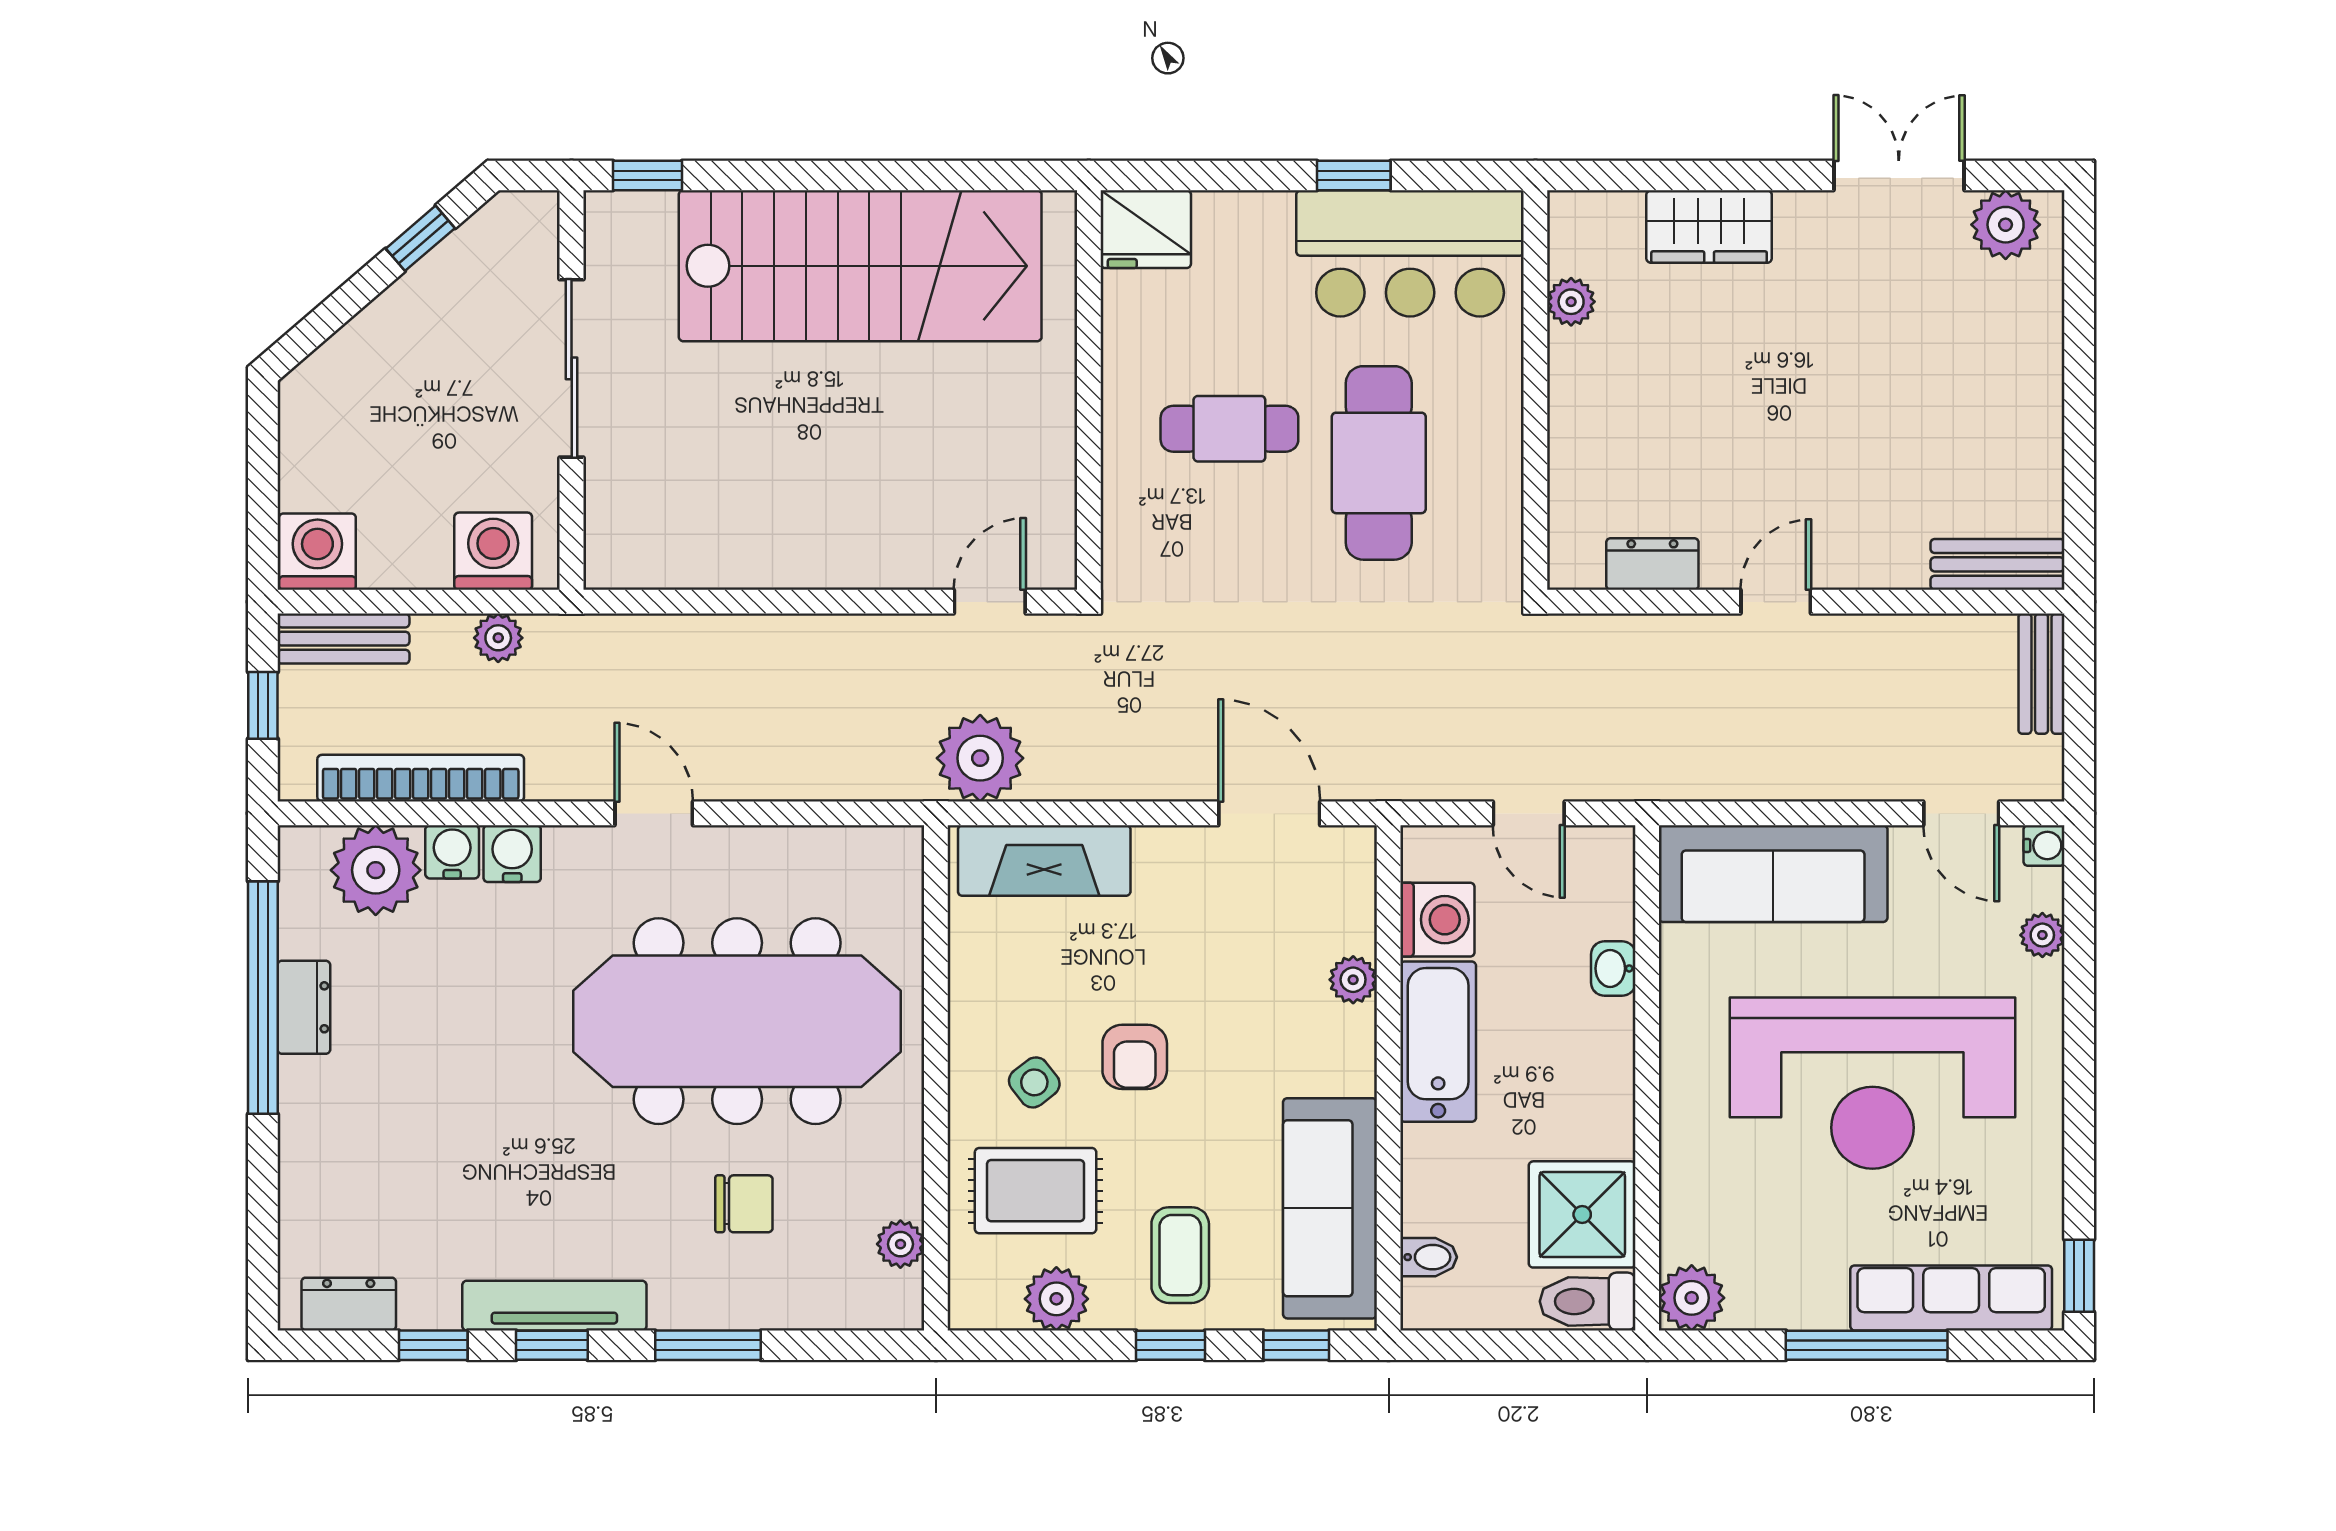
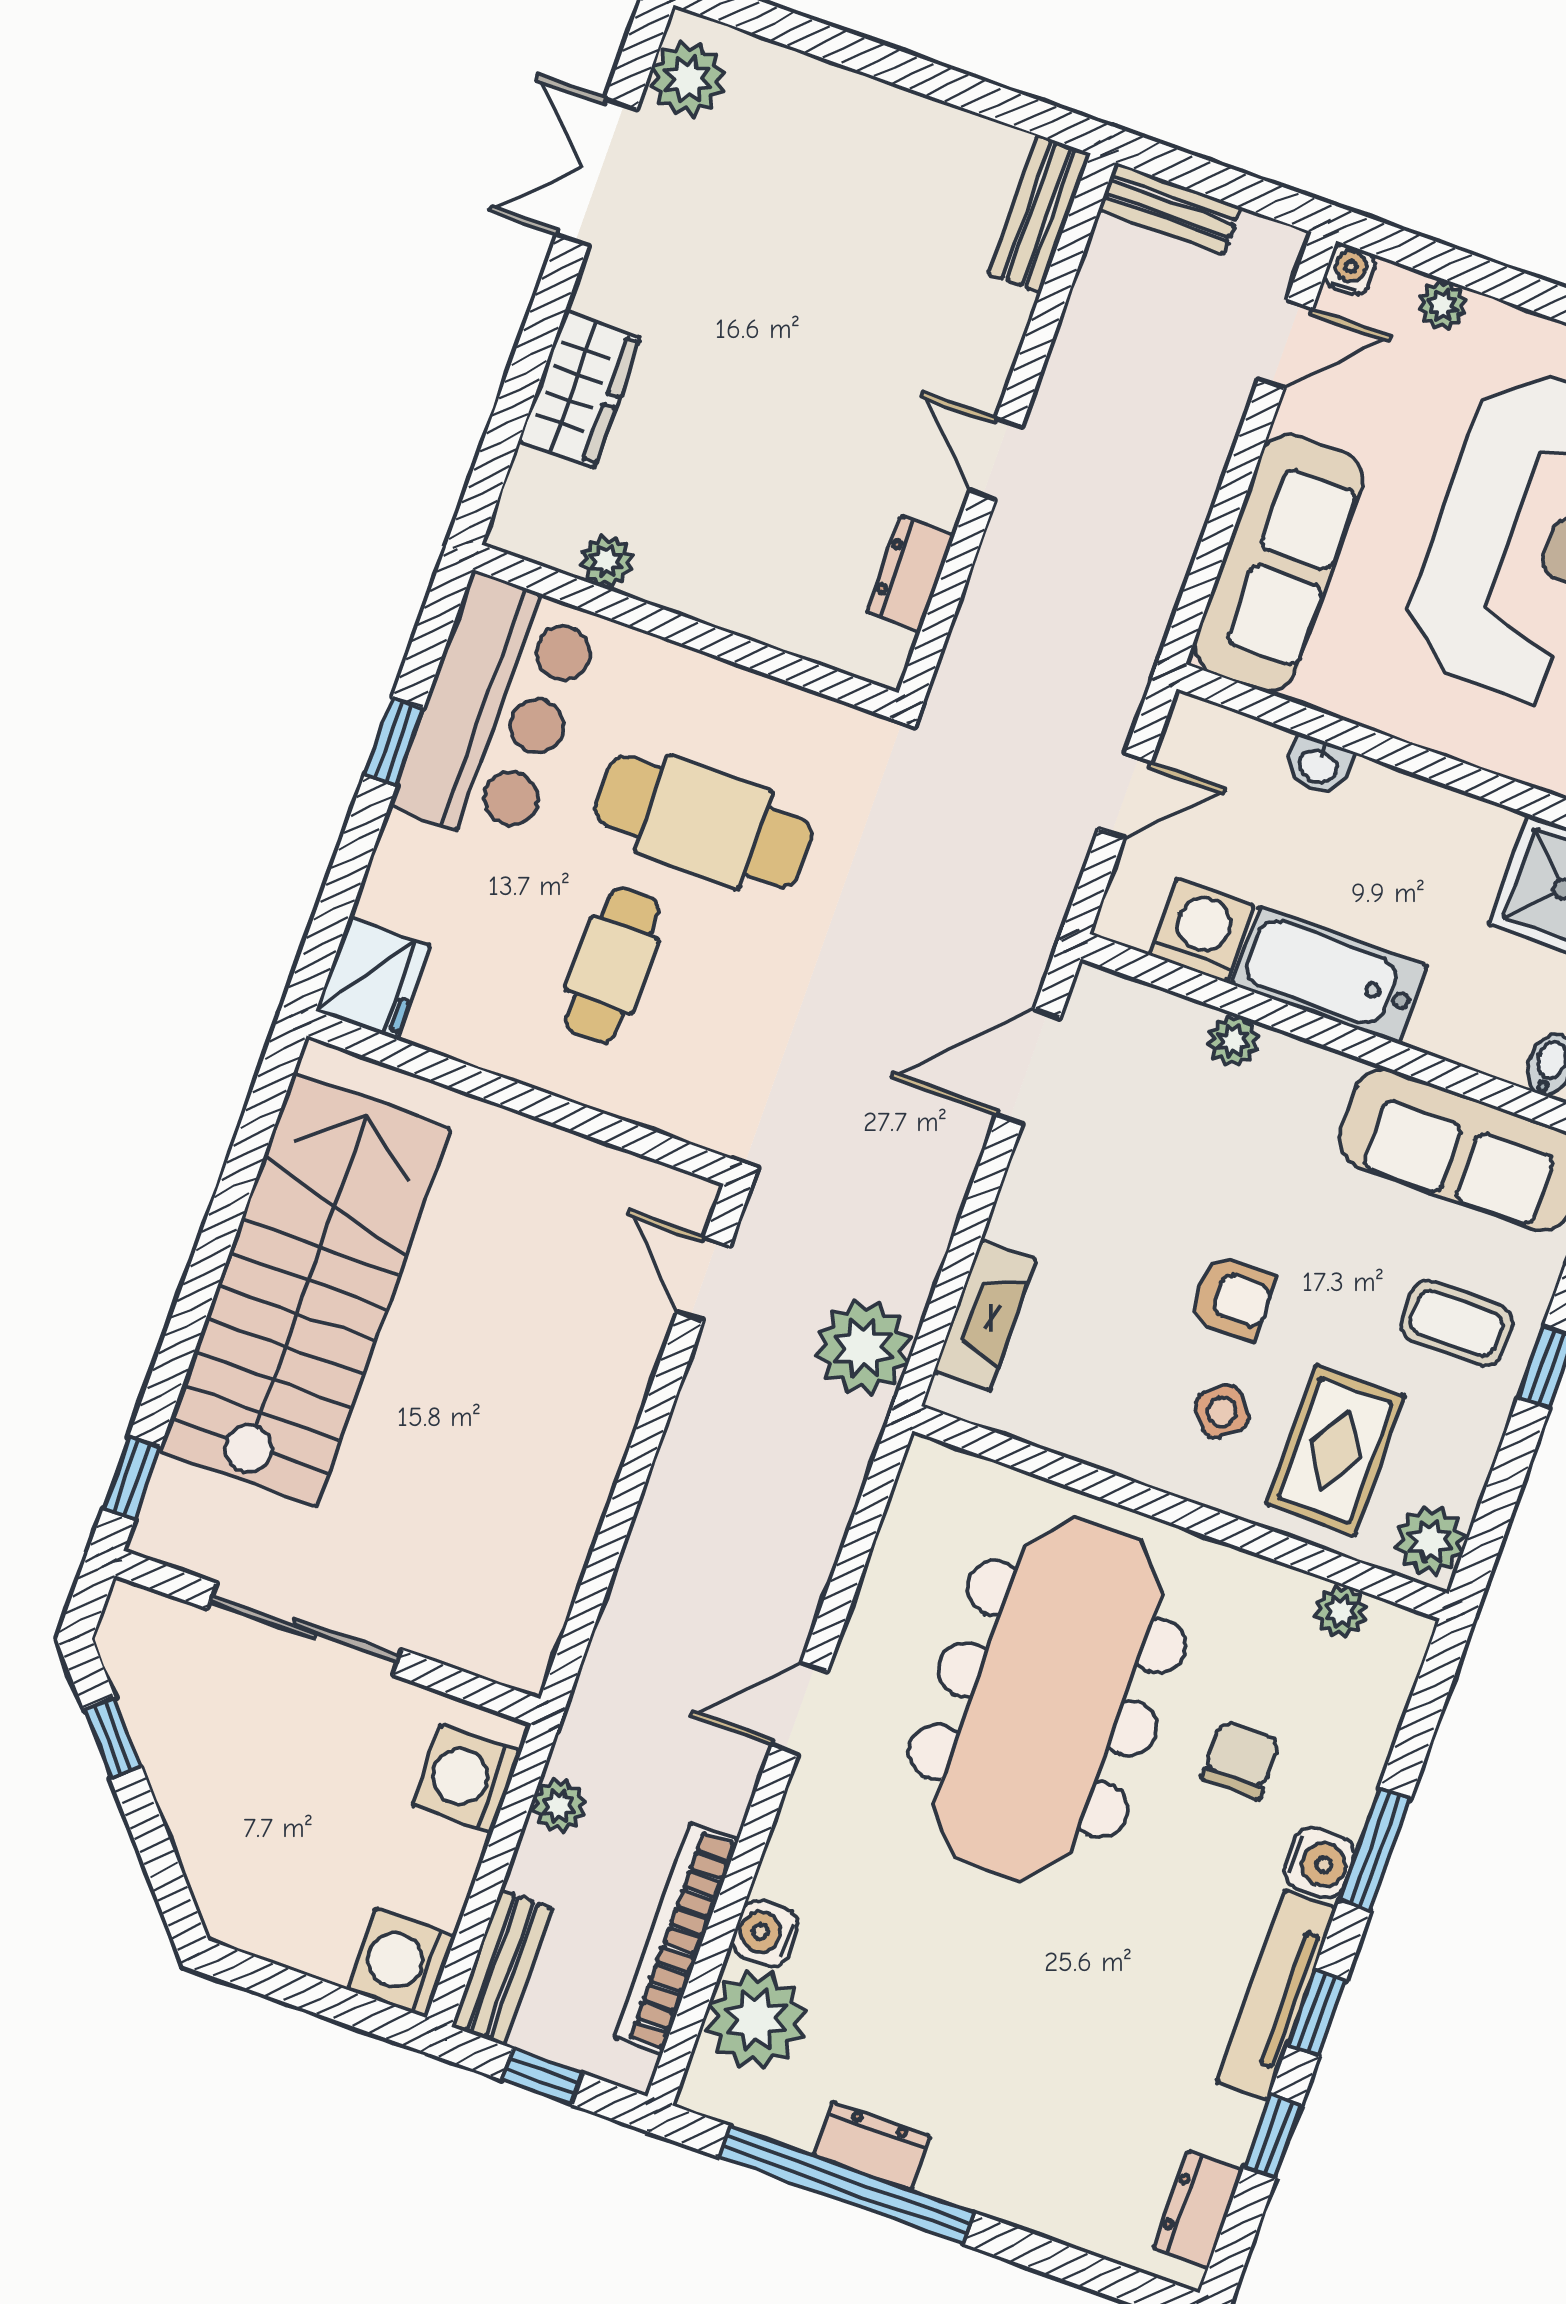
water cooler: (512, 854) -> (1319, 1863), moved, turned 180
fireplace: (1044, 860) -> (985, 1315), width x0.73, depth x0.76
plant: (1056, 1299) -> (1430, 1541), moved

